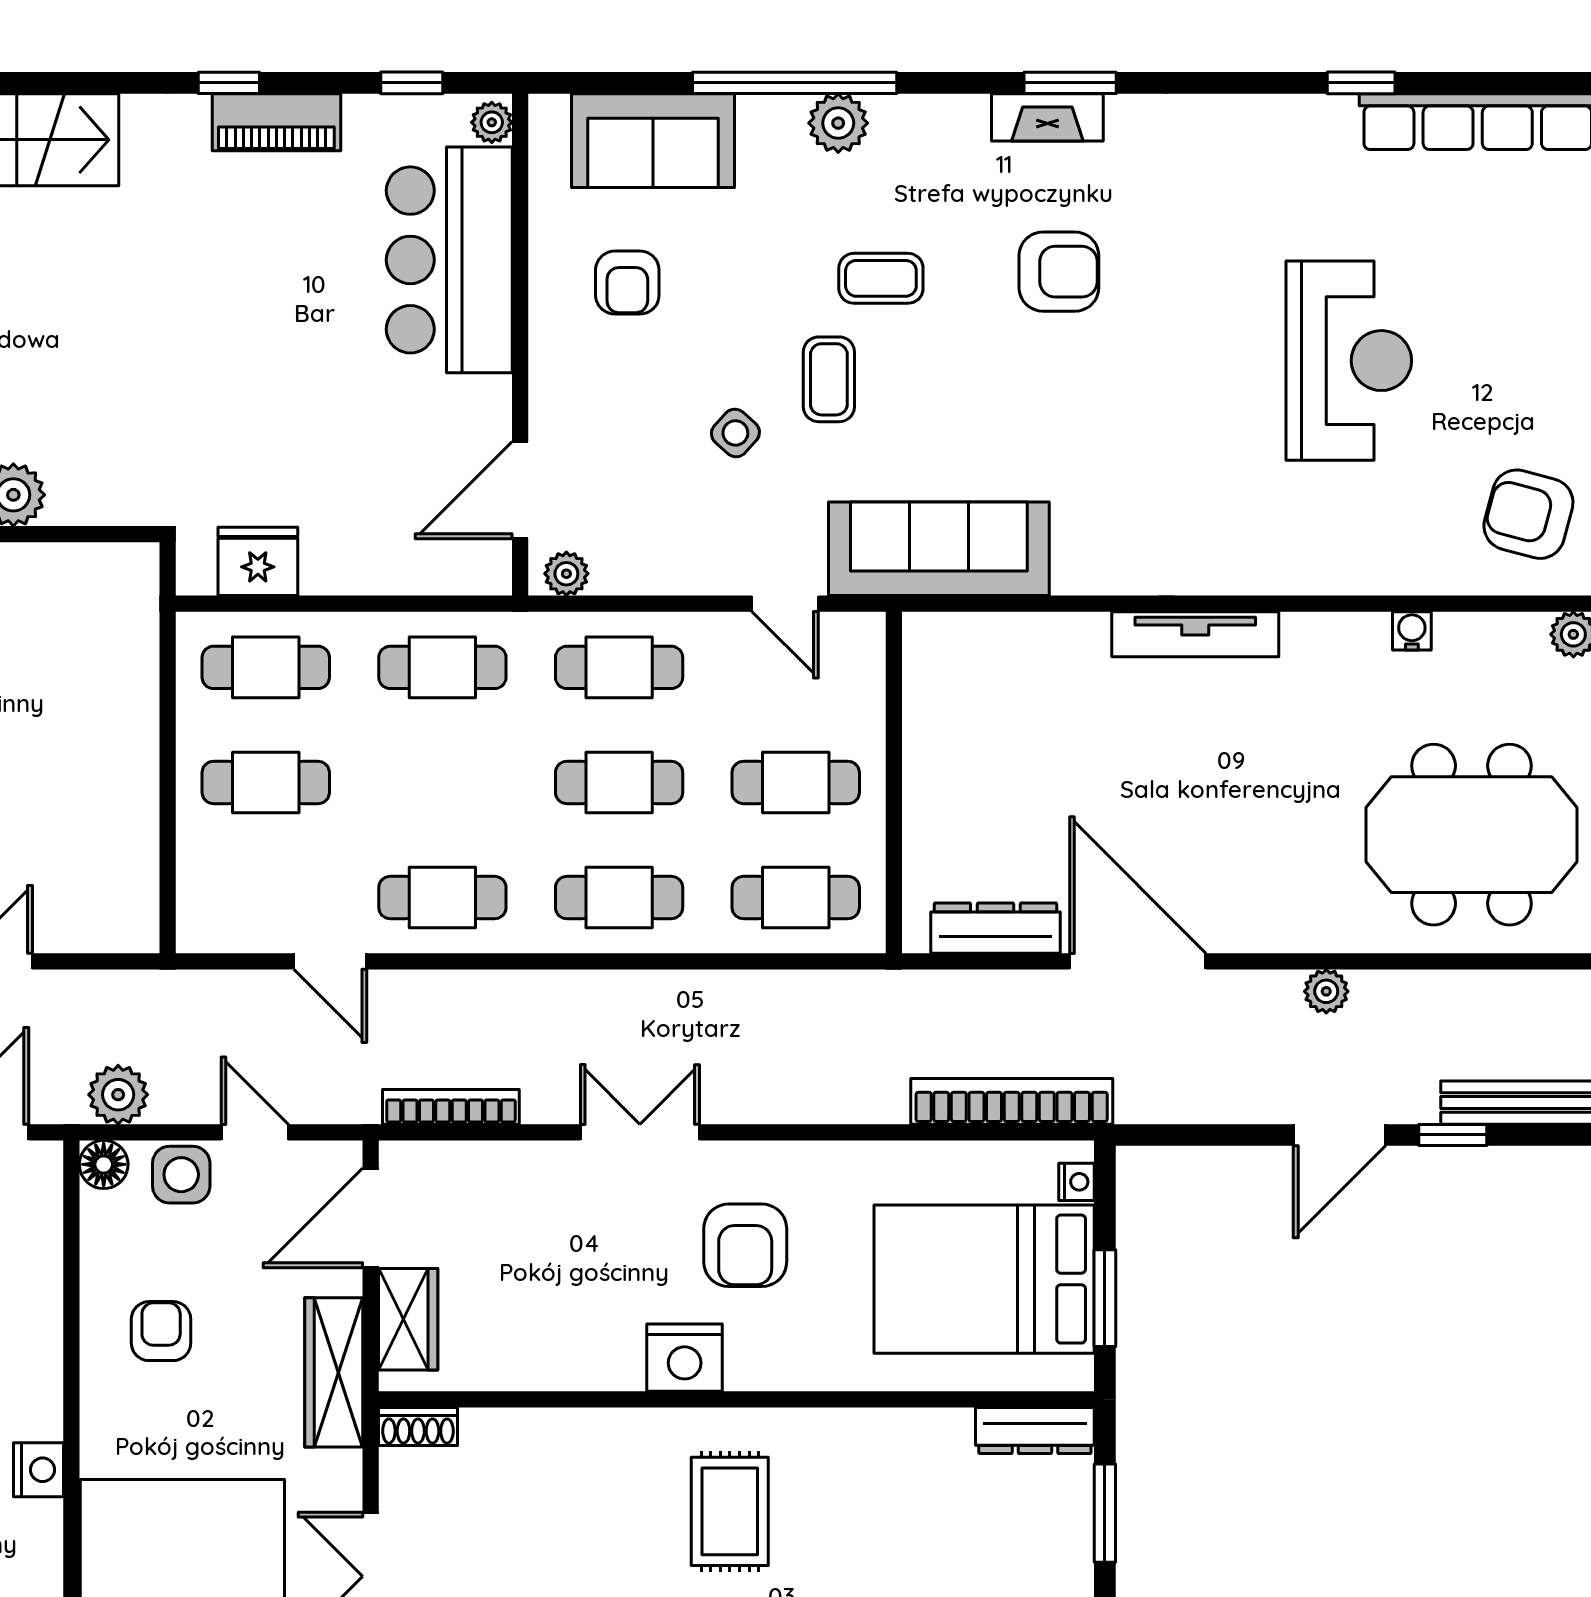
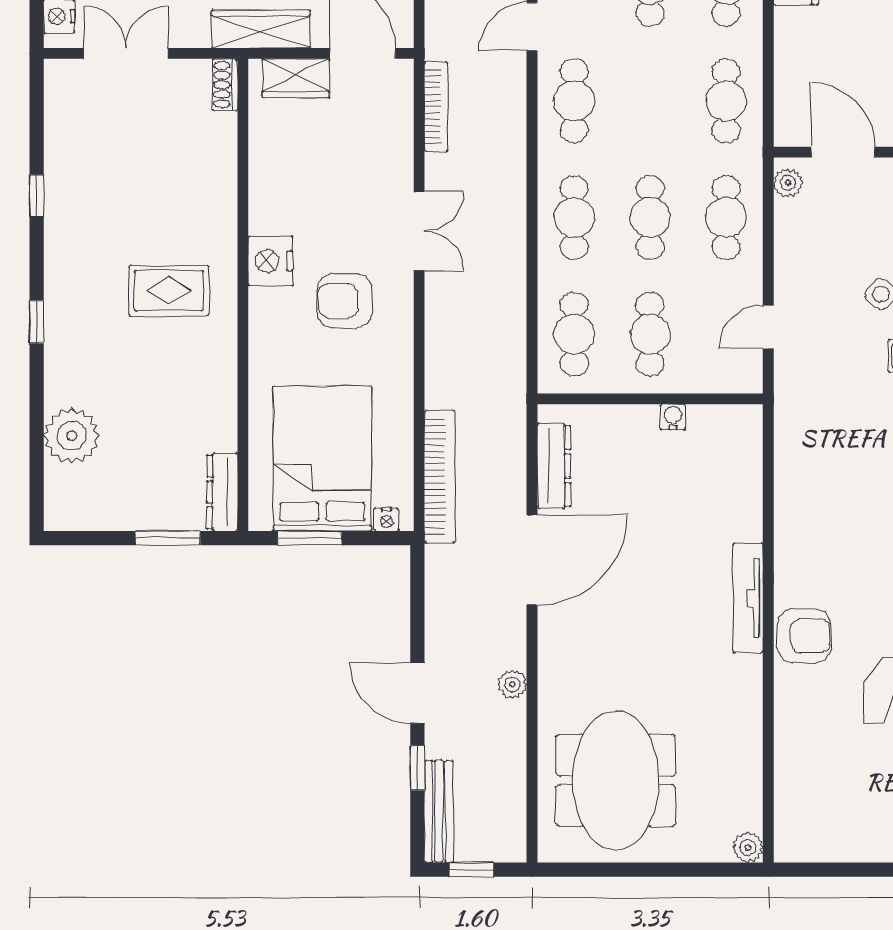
armchair: (1528, 514) -> (804, 636), moved, turned 75
sofa: (939, 549) -> (804, 429), removed
water cooler: (1412, 631) -> (673, 417), moved, turned -90

